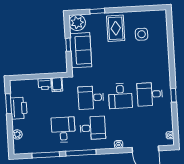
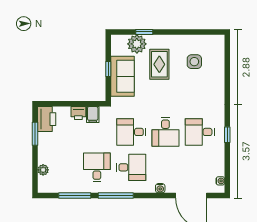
plant: (77, 23) -> (137, 44), moved
rug: (116, 28) -> (159, 64), moved
printer: (19, 108) -> (47, 119), moved

